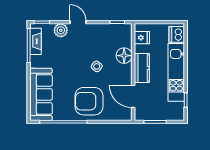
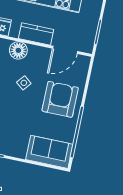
sofa: (41, 94) -> (49, 152), width x0.73
armchair: (89, 101) -> (60, 99), turned 180

